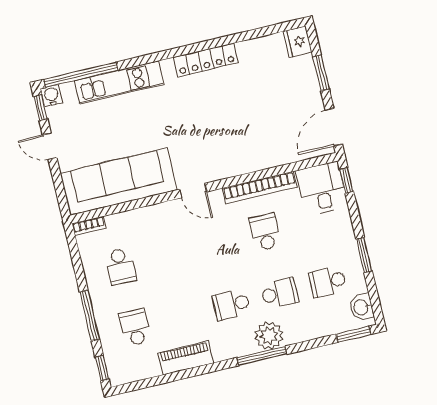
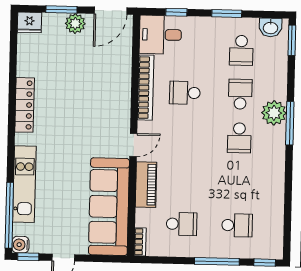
plant: (310, 92) -> (75, 24), added
door: (334, 127) -> (111, 11), hinge flipped
window: (346, 180) -> (176, 12), moved
school desk: (135, 327) -> (237, 225), turned 180
piano: (186, 358) -> (146, 185), moved, turned 180

